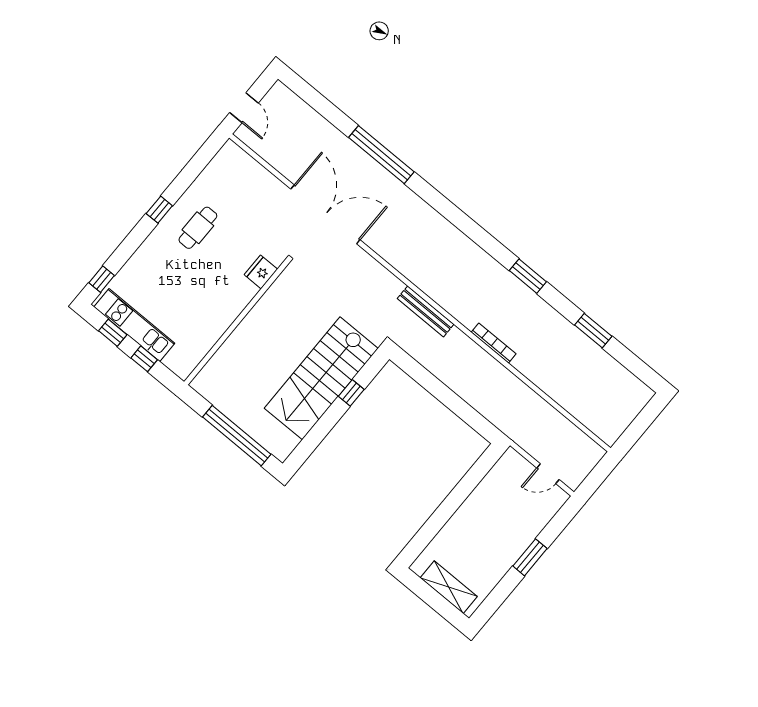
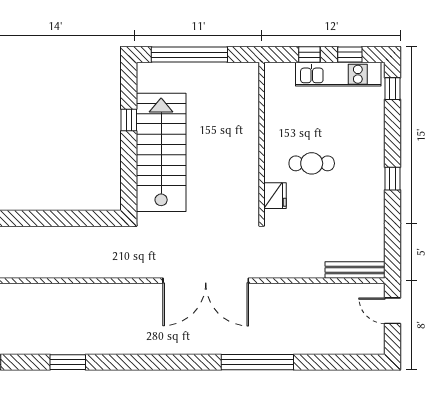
double door: (325, 214) -> (206, 281), moved
cafe table: (198, 228) -> (312, 163), moved, turned 90
bench: (426, 311) -> (355, 270), moved
bookcase: (494, 343) -> (51, 289), removed
window: (351, 393) -> (129, 120), moved

